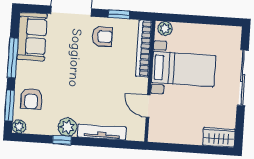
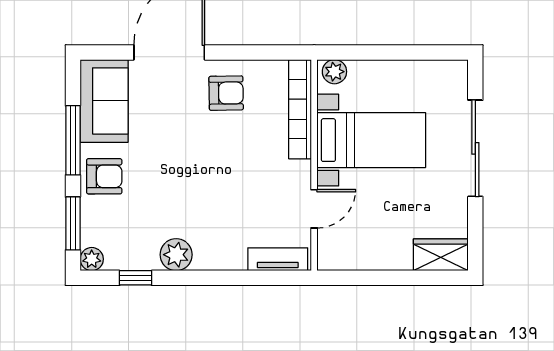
window: (119, 14) -> (253, 52), removed
armchair: (31, 99) -> (104, 176), moved, turned -90
door: (148, 106) -> (314, 209), swing flipped
tv unit: (102, 132) -> (278, 259), moved, width x0.71
window: (62, 140) -> (136, 278), moved

